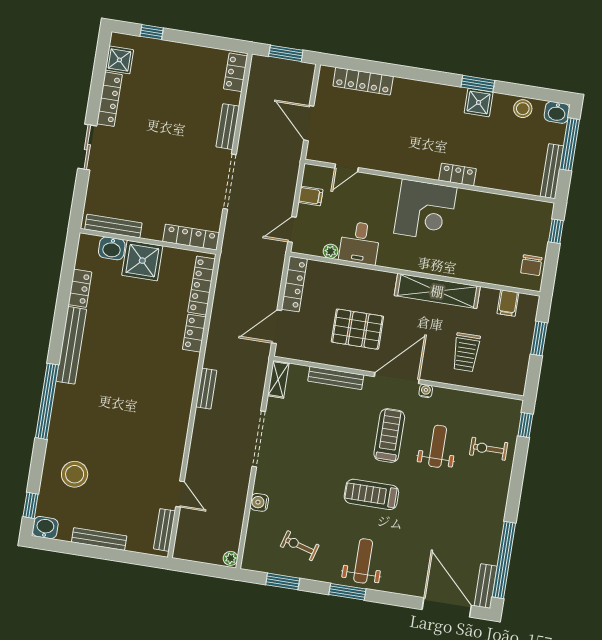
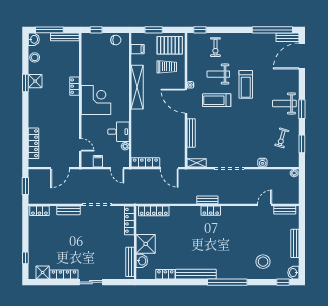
pallet: (357, 329) -> (170, 45), moved, turned 90
locker: (194, 333) -> (211, 211), moved
treadmill: (371, 494) -> (246, 84), moved

